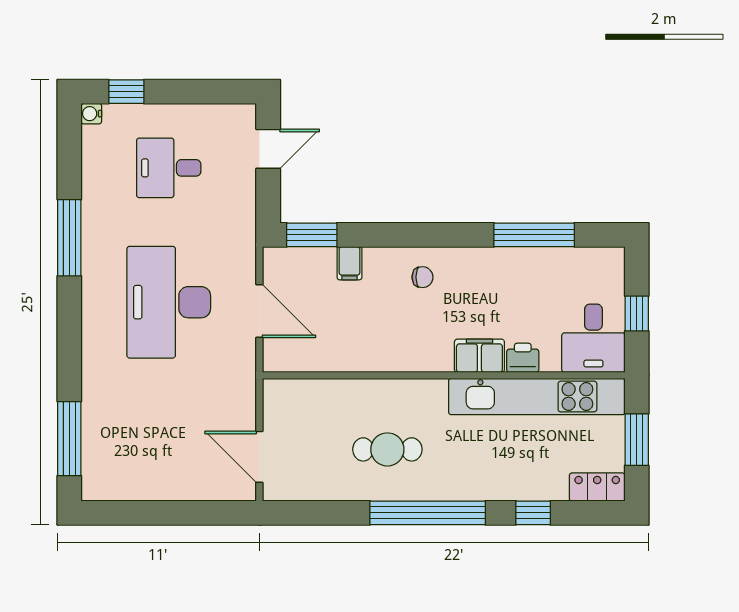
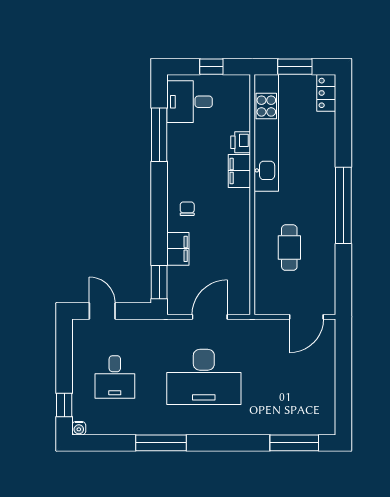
filing cabinet: (349, 263) -> (178, 249), width x2.00
desk: (593, 338) -> (190, 102), moved, turned 180
cafe table: (387, 449) -> (289, 248), moved
window: (533, 513) -> (343, 135), removed

